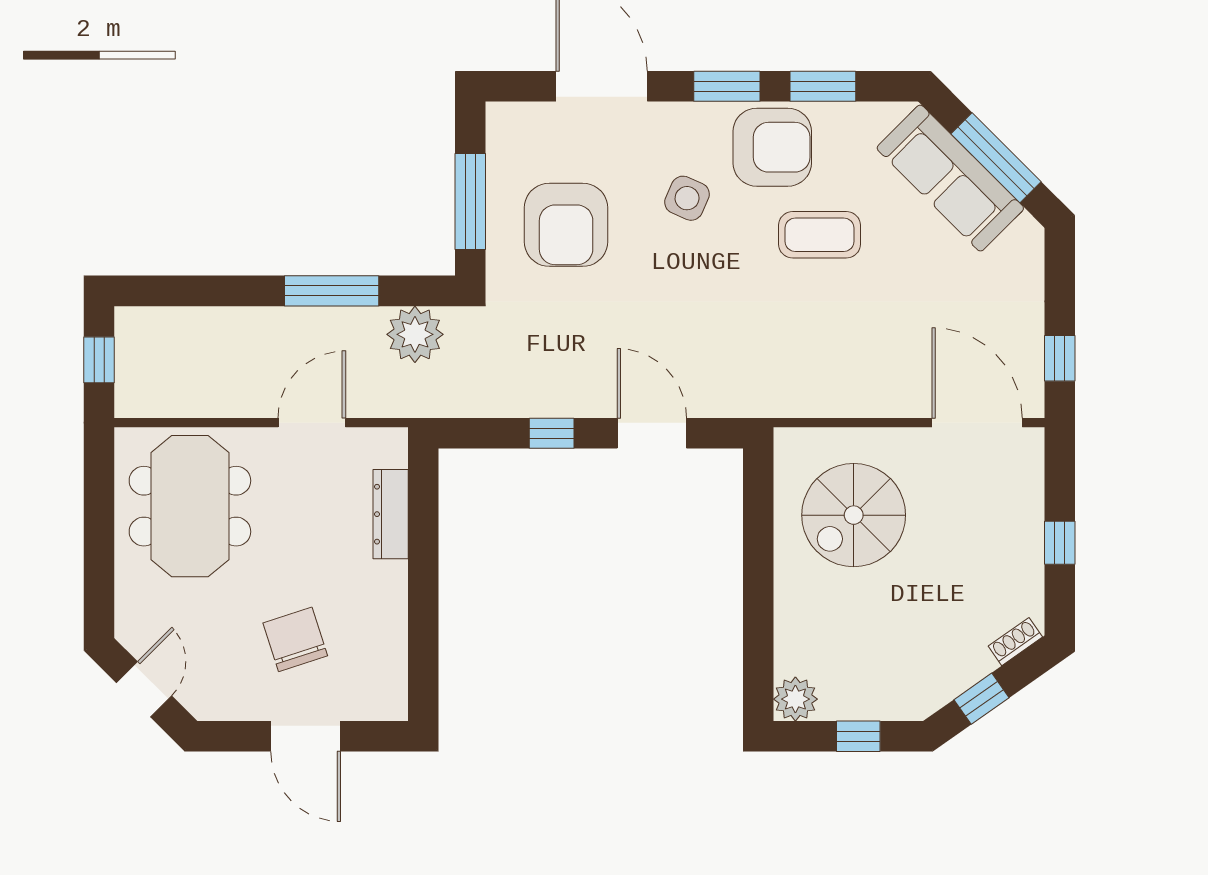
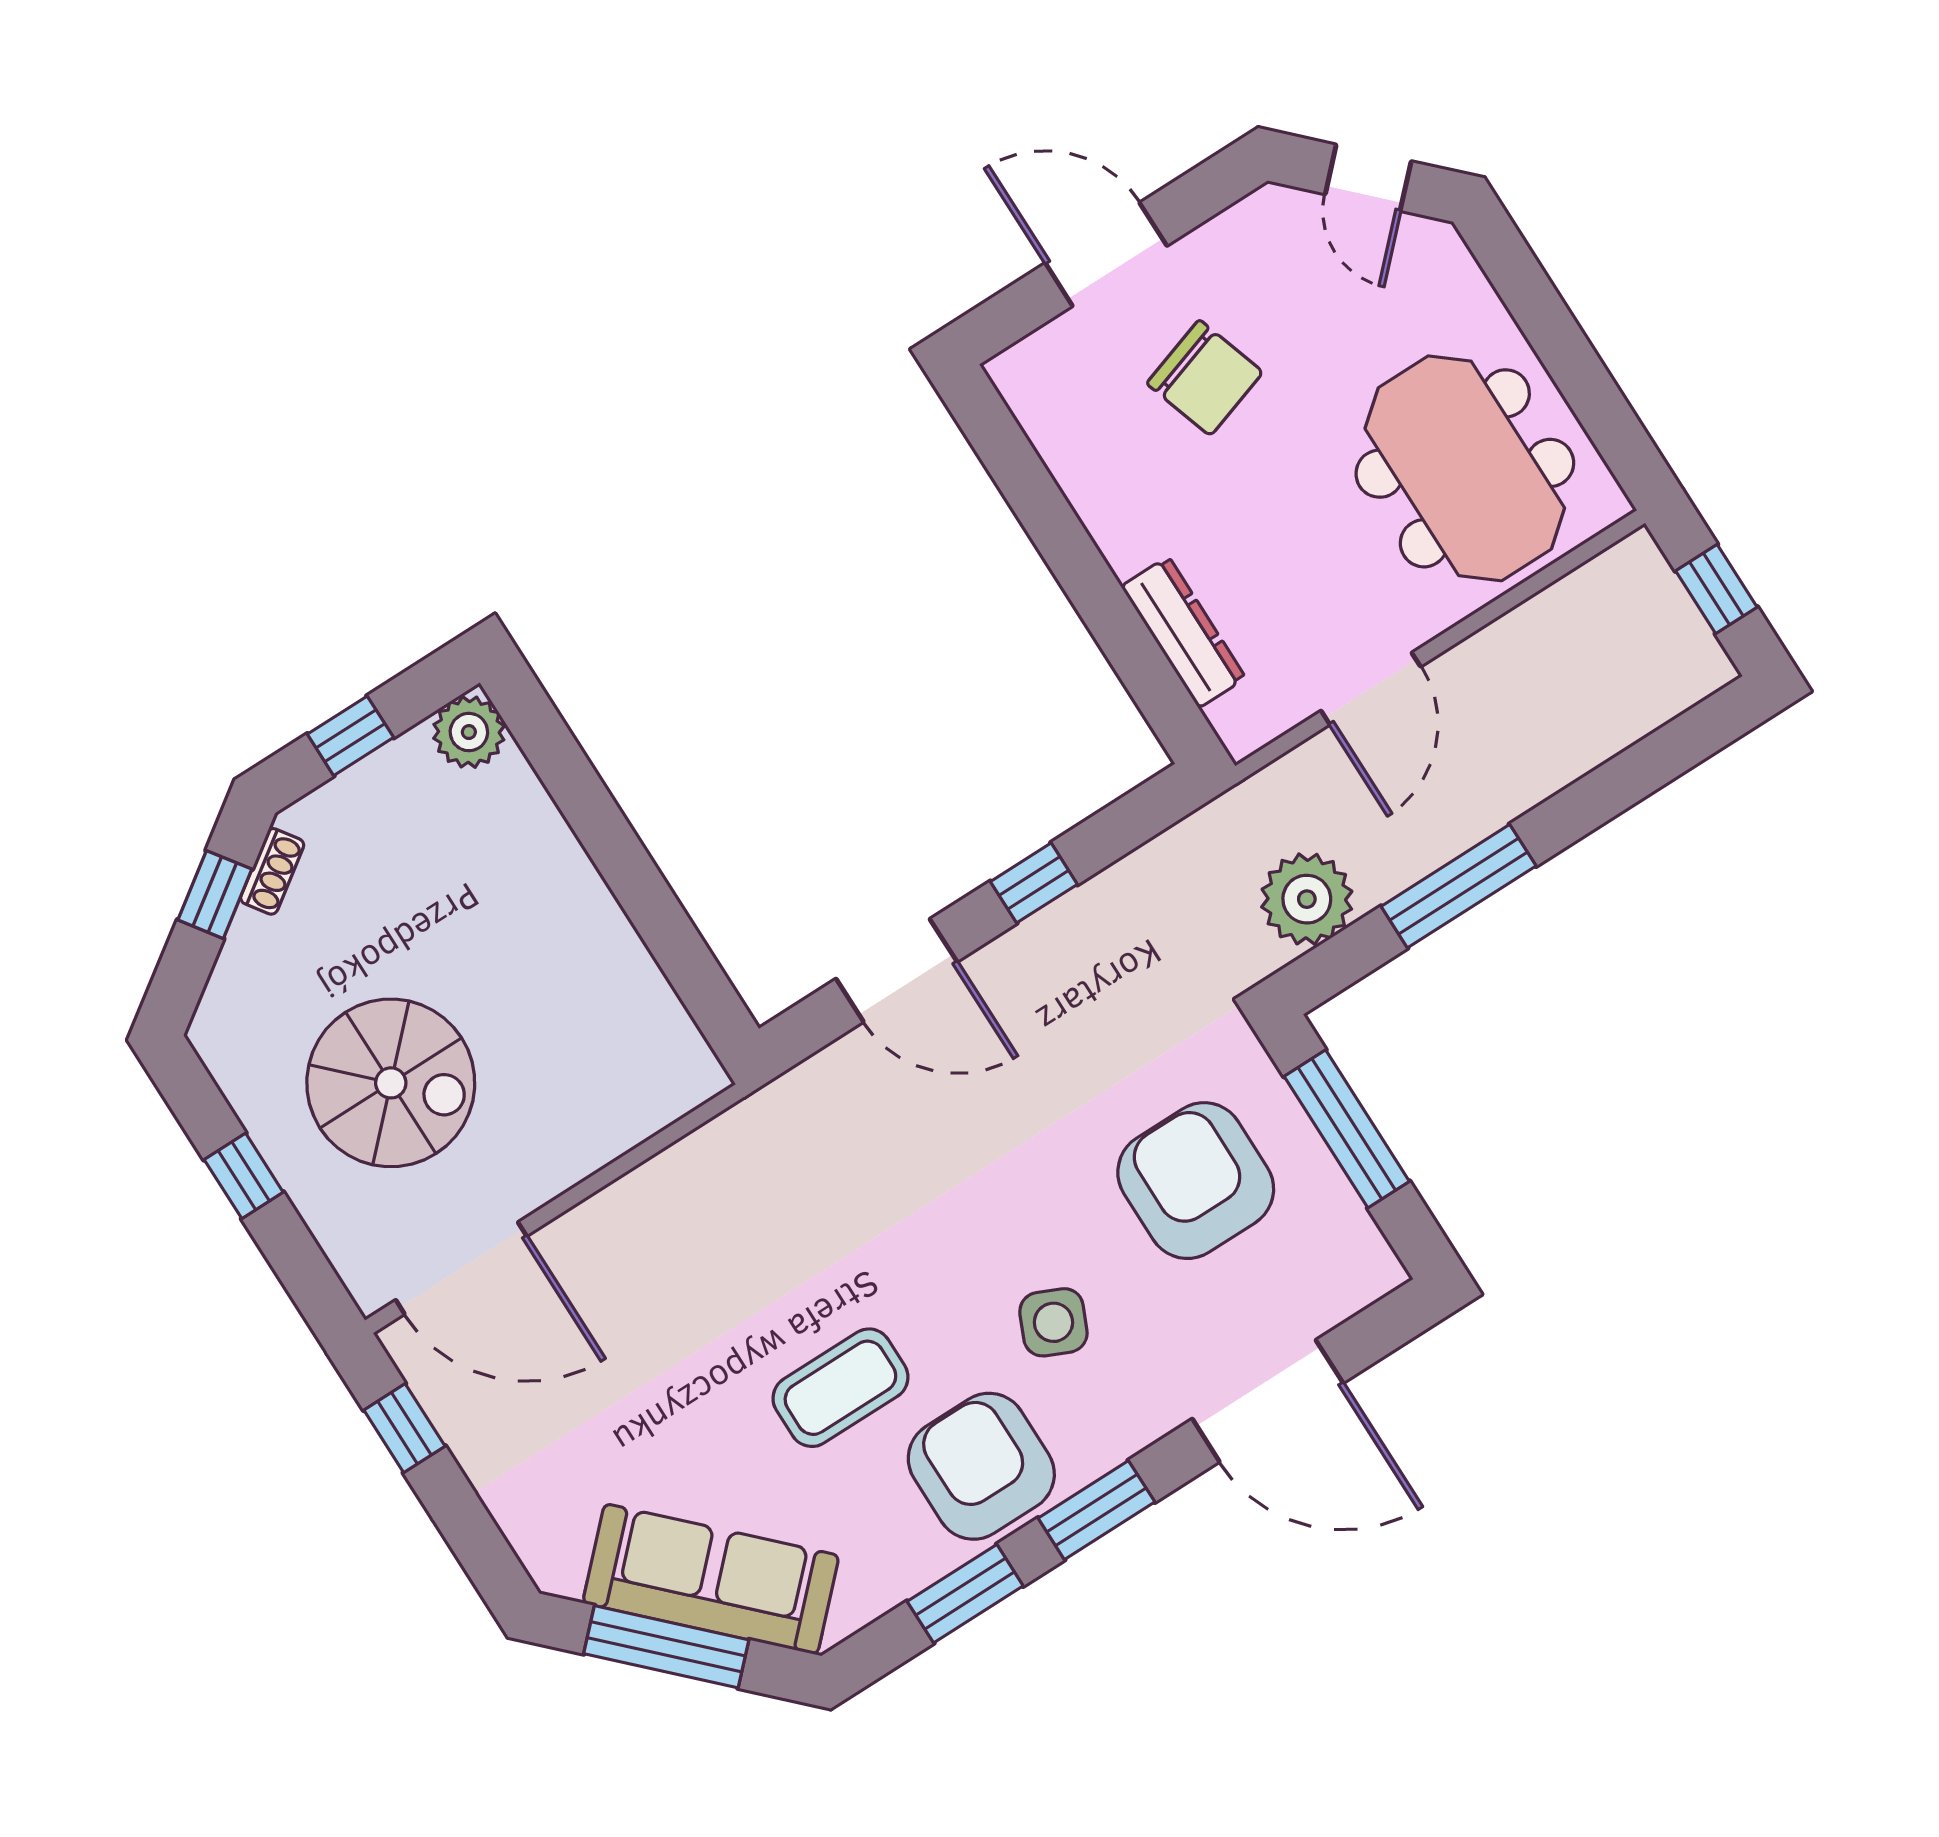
armchair: (772, 147) -> (981, 1466), turned 90
spiral stairs: (854, 515) -> (391, 1083), moved, turned 90
shoe rack: (1015, 642) -> (272, 871), moved

